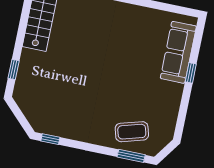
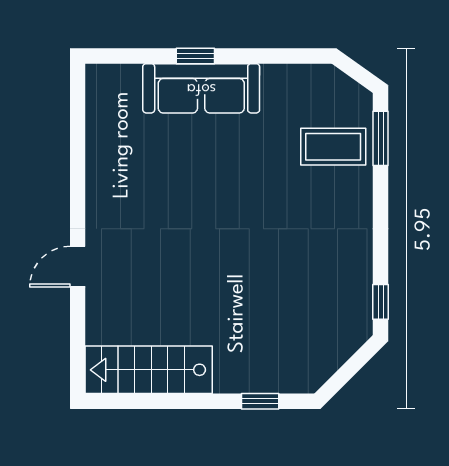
sofa: (178, 52) -> (201, 88), moved
coffee table: (132, 132) -> (333, 147), turned -74

